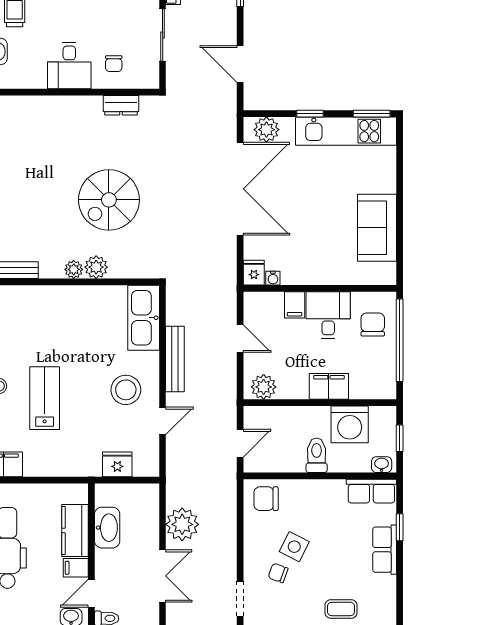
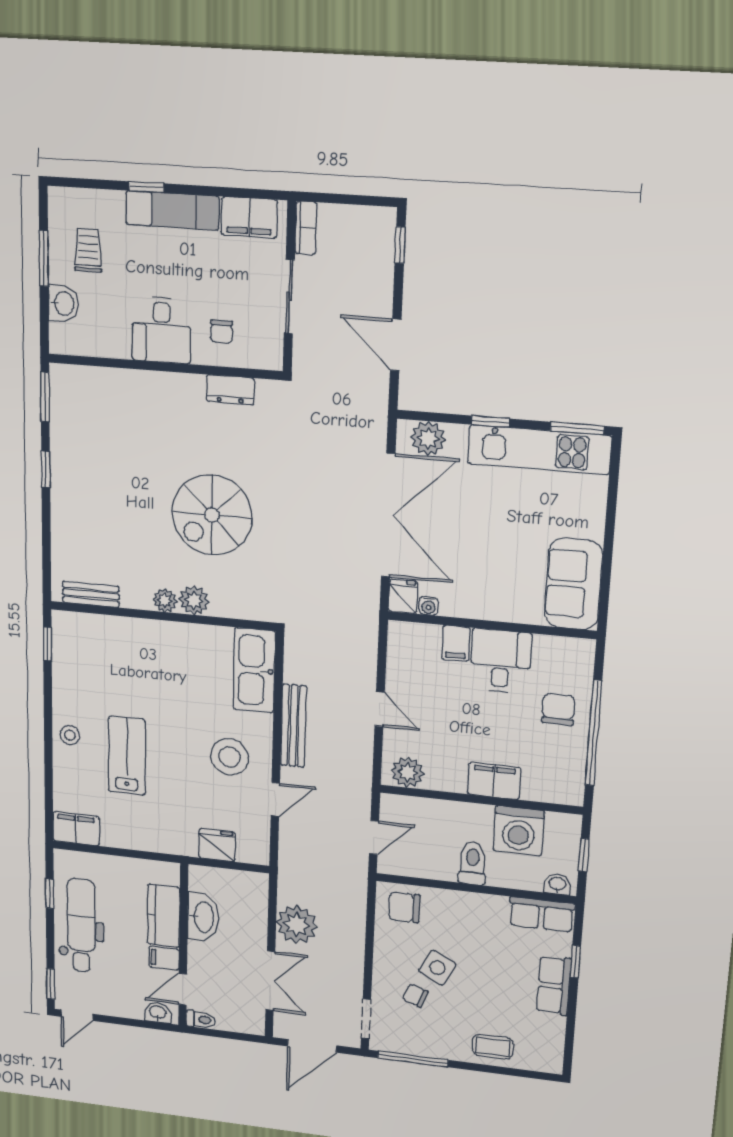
fridge: (254, 273) -> (403, 596), moved
water cooler: (273, 278) -> (429, 606), moved
wall: (320, 288) -> (492, 625), moved
filing cabinet: (295, 305) -> (456, 643), moved
desk: (328, 315) -> (501, 661), moved

